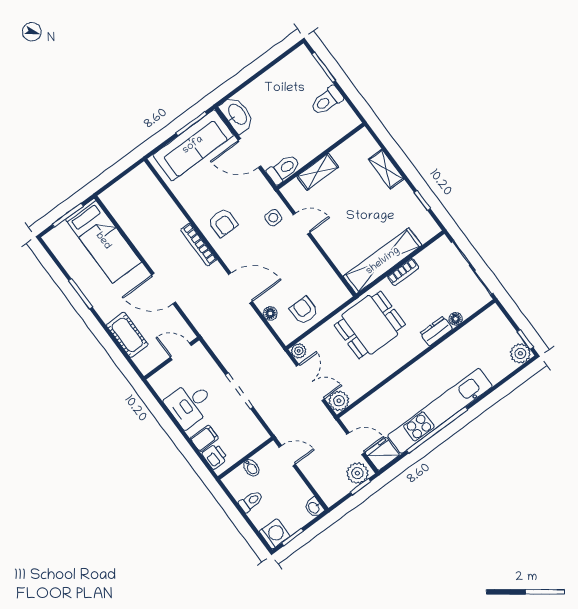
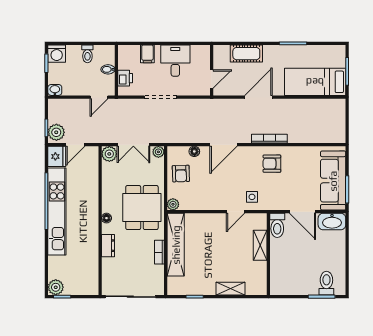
toilet: (327, 101) -> (326, 283), moved
door: (249, 153) -> (303, 212), swing flipped
plant: (342, 295) -> (173, 204), added
armchair: (304, 310) -> (181, 174), turned 88
floor lamp: (456, 319) -> (106, 218), moved
printer: (215, 456) -> (125, 78), moved, turned -90

